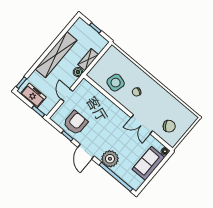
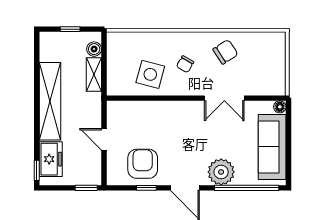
boiler: (78, 72) -> (94, 49), moved
freezer: (33, 95) -> (51, 159), moved, turned 90
chair: (169, 126) -> (225, 52), moved
sofa: (148, 163) -> (272, 147), width x1.36

